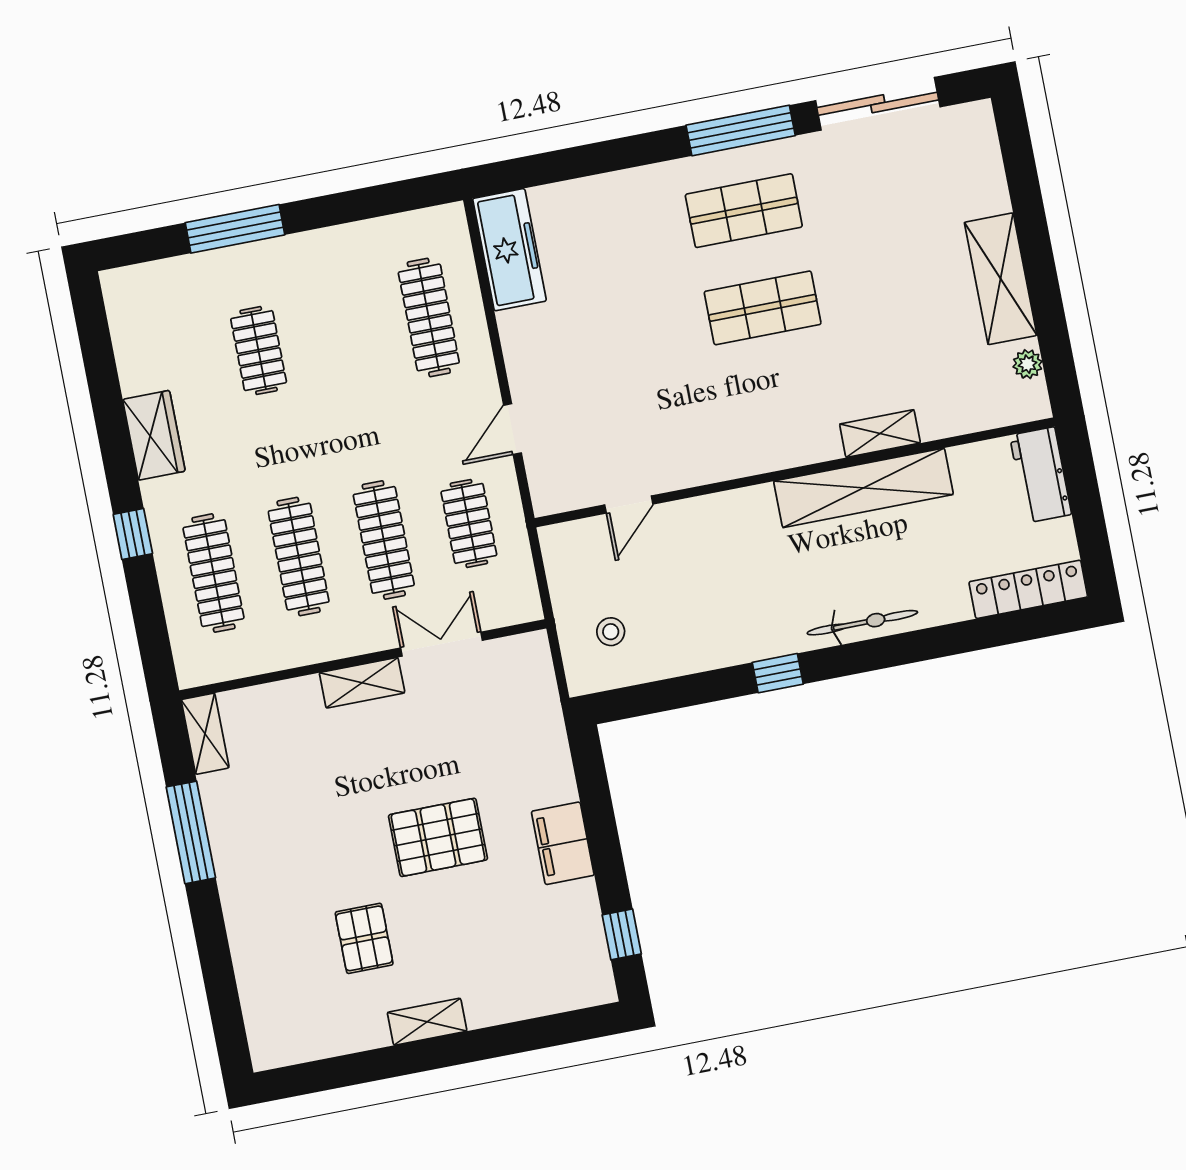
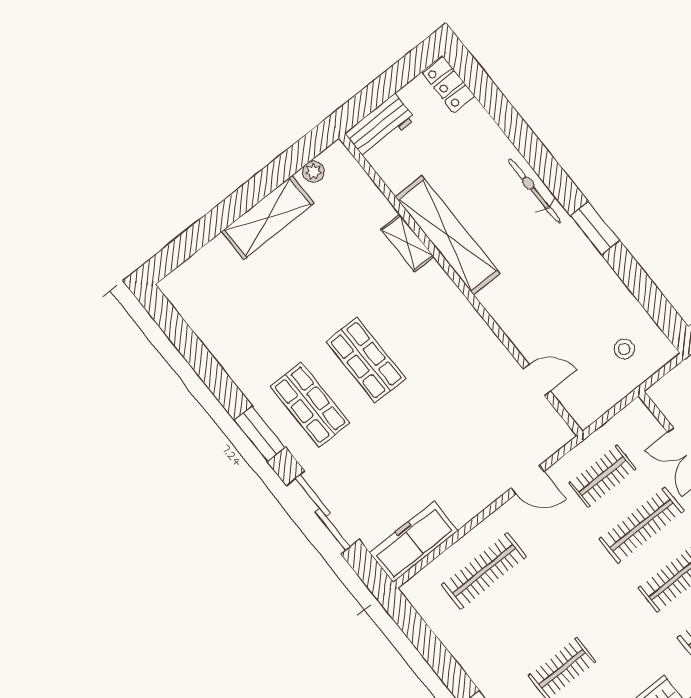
sliding door: (878, 104) -> (323, 512), moved
window: (741, 130) -> (260, 434), width x0.69
locker: (1028, 589) -> (449, 85), width x0.66
window: (778, 673) -> (595, 228), width x1.50

